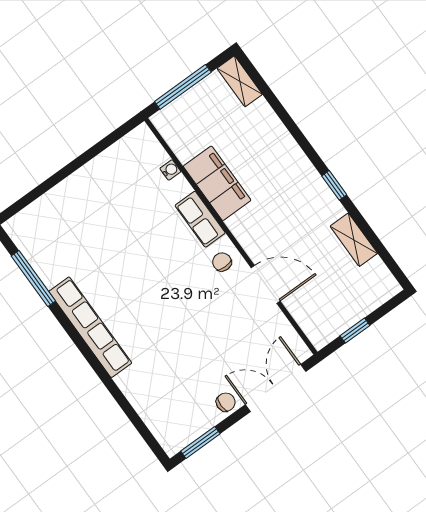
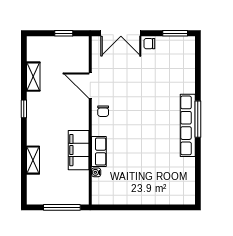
shelving: (240, 81) -> (33, 160), moved
row of seats: (200, 219) -> (99, 152), moved
window: (33, 278) -> (198, 119), moved

